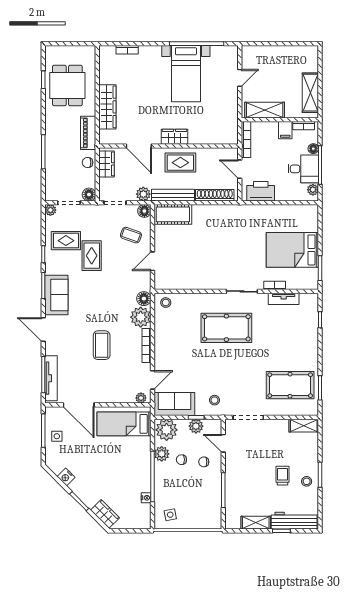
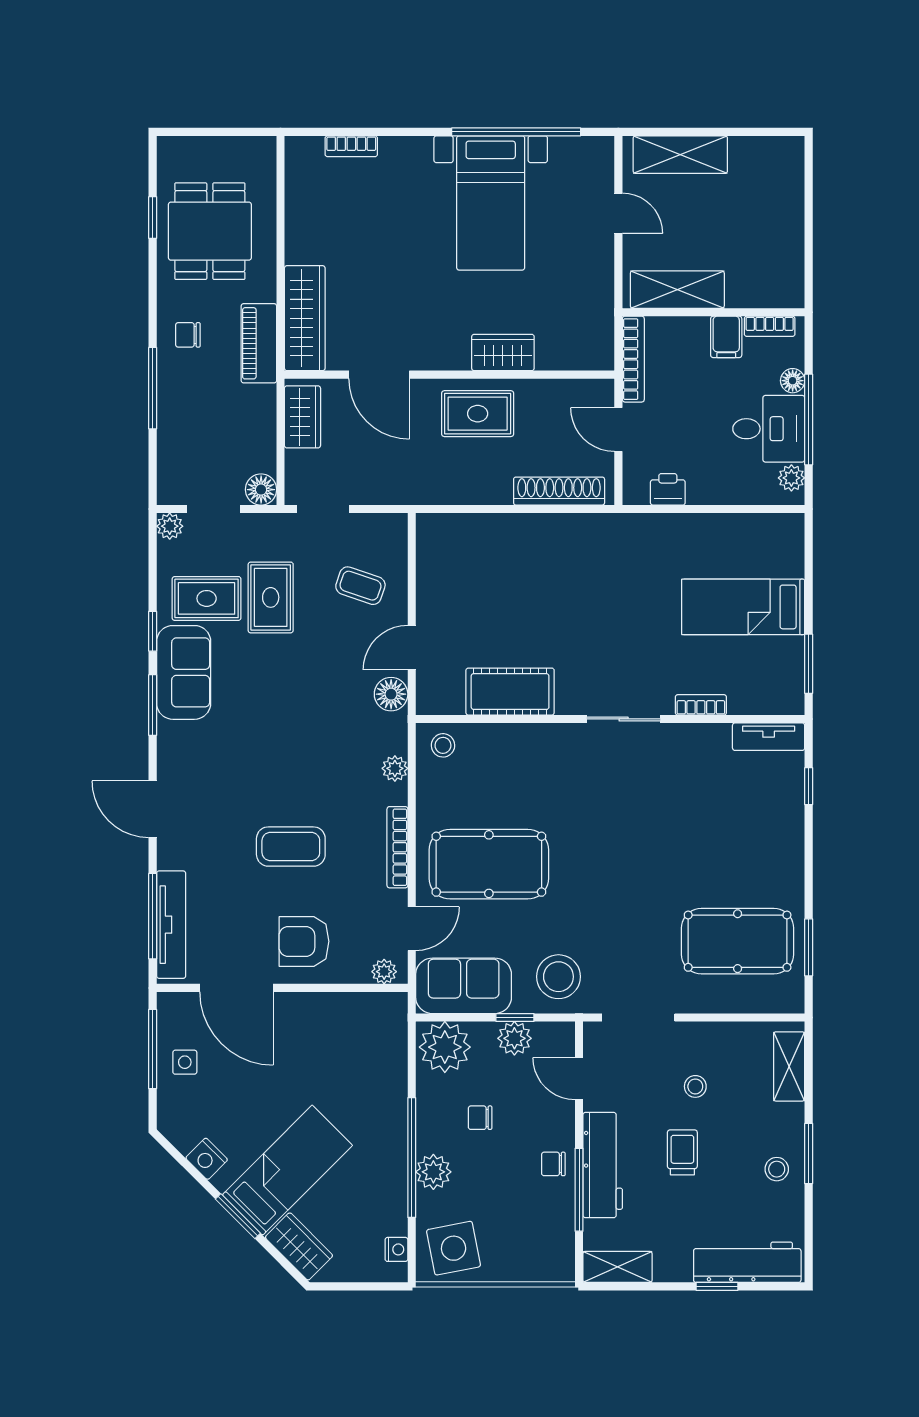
door: (240, 78) -> (618, 213), hinge flipped
shelving: (310, 93) -> (680, 155), moved, turned 90
wardrobe: (107, 107) -> (305, 318), moved
wardrobe: (175, 137) -> (503, 352), moved
chair: (88, 162) -> (188, 335), moved
printer: (261, 191) -> (668, 489), width x0.53, depth x0.68
plant: (143, 194) -> (390, 488), removed
bench: (173, 195) -> (460, 491), removed
floor lamp: (144, 211) -> (392, 529), removed
cot: (173, 214) -> (510, 692), moved
bed: (292, 250) -> (743, 607), width x0.67
rug: (92, 256) -> (271, 597), moved
sofa: (56, 295) -> (184, 672), moved
floor lamp: (144, 299) -> (391, 694), moved
tv unit: (284, 299) -> (769, 737), moved
plant: (141, 317) -> (395, 768), width x0.53, depth x0.53
pool table: (226, 328) -> (489, 864), moved
coffee table: (102, 345) -> (291, 847), turned 90
armchair: (107, 385) -> (304, 941), added
stool: (214, 400) -> (558, 977), width x1.89, depth x1.89
bed: (124, 424) -> (287, 1170), moved, turned 135
shelving: (304, 426) -> (789, 1066), moved, turned 90
stool: (272, 446) -> (695, 1086), added
plant: (162, 454) -> (433, 1172), moved
chair: (204, 462) -> (553, 1164), moved
trolley: (282, 476) -> (682, 1152), moved
workbench: (233, 480) -> (603, 1165), added
nightstand: (146, 498) -> (396, 1249), moved
side table: (170, 515) -> (454, 1248), width x1.87, depth x1.87
shelving: (256, 523) -> (618, 1267), moved

